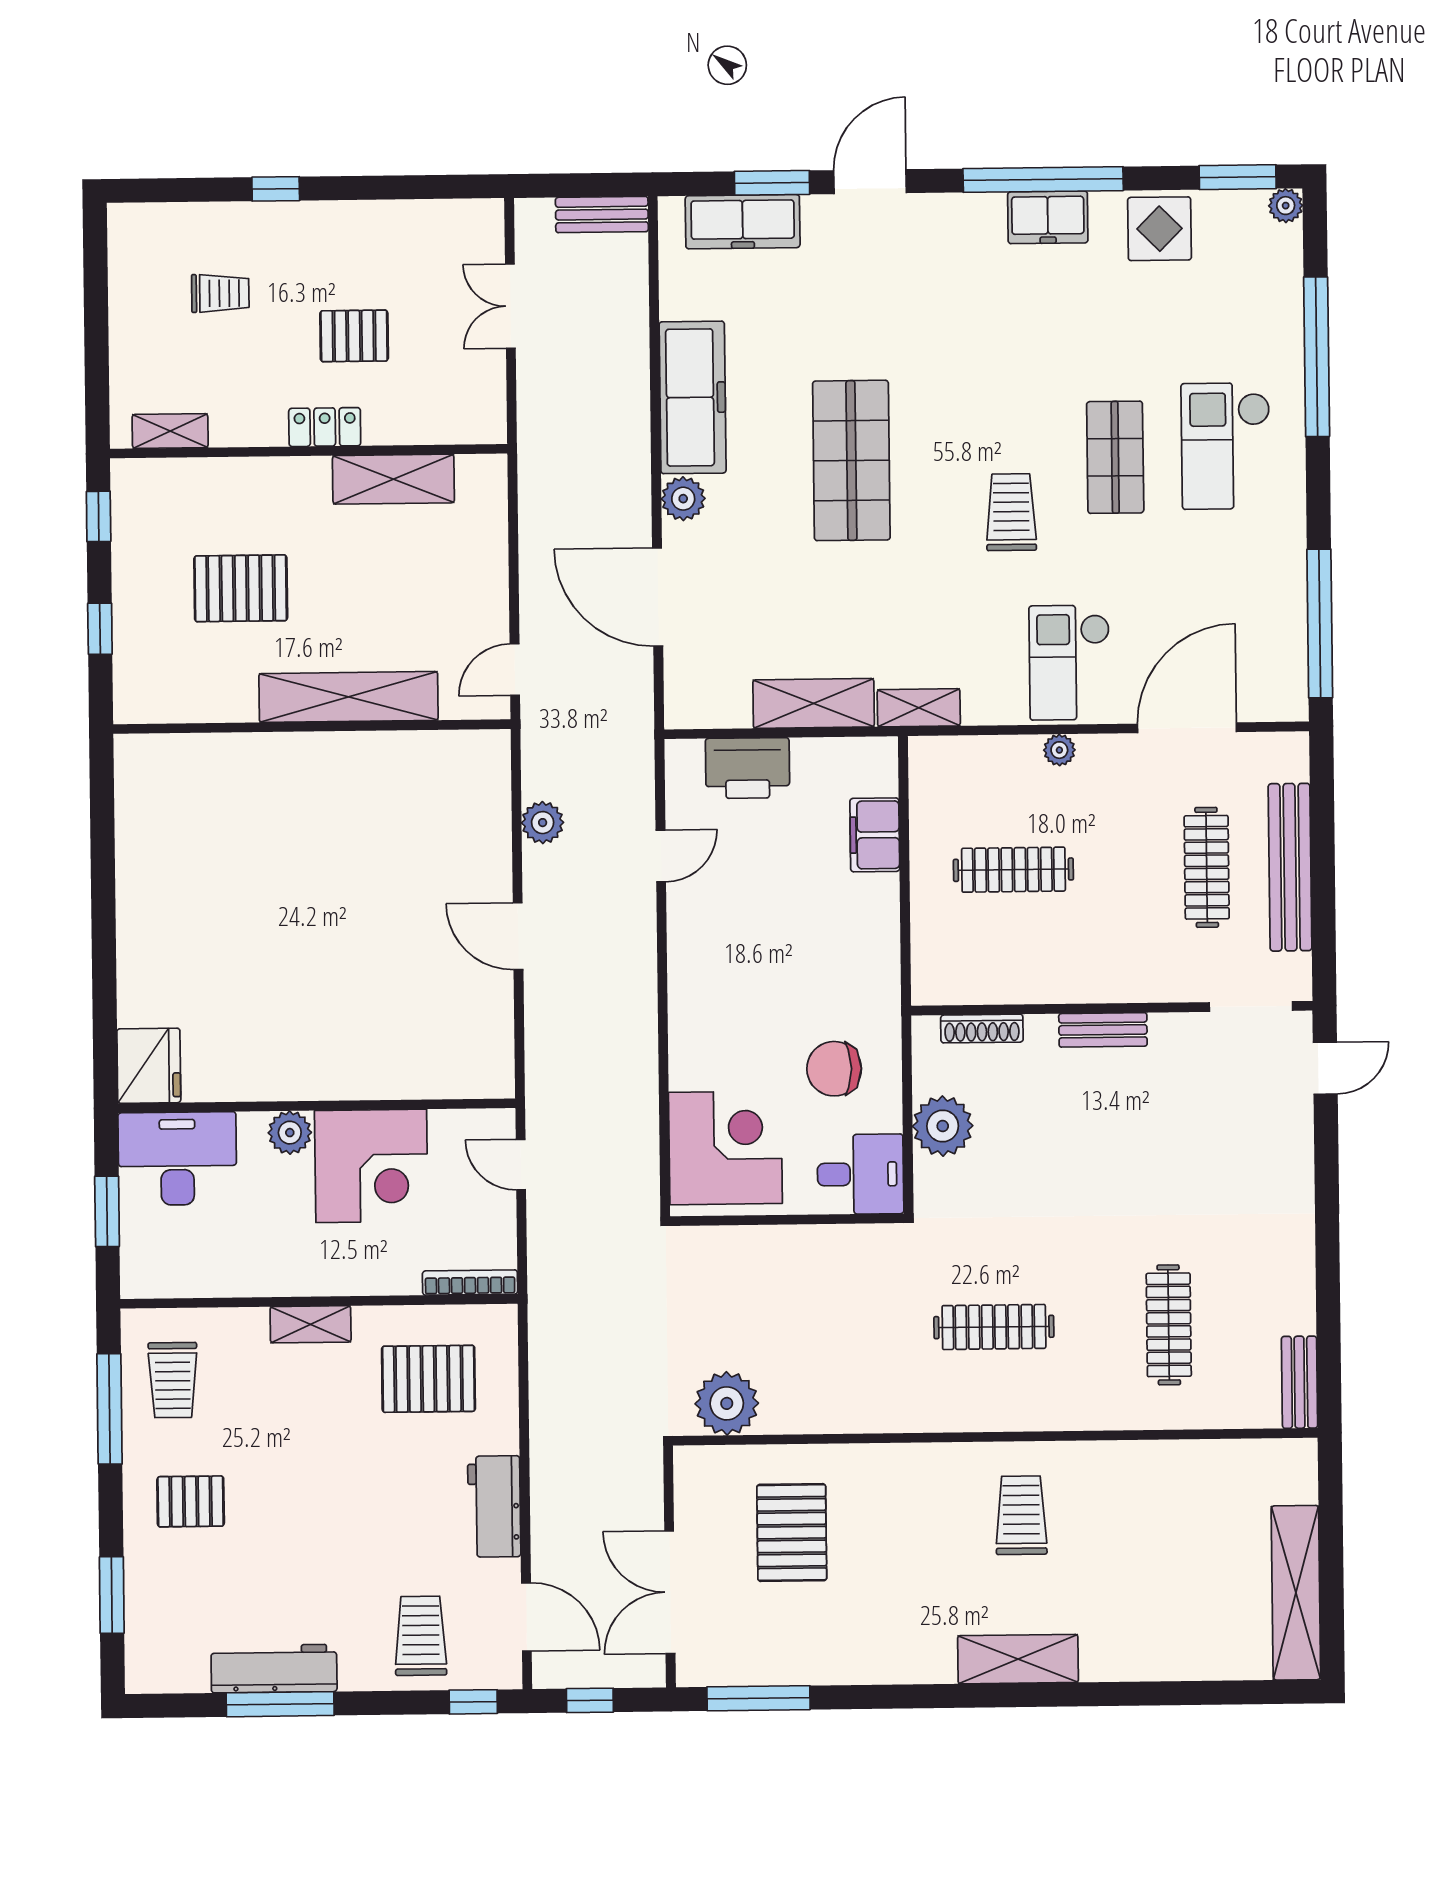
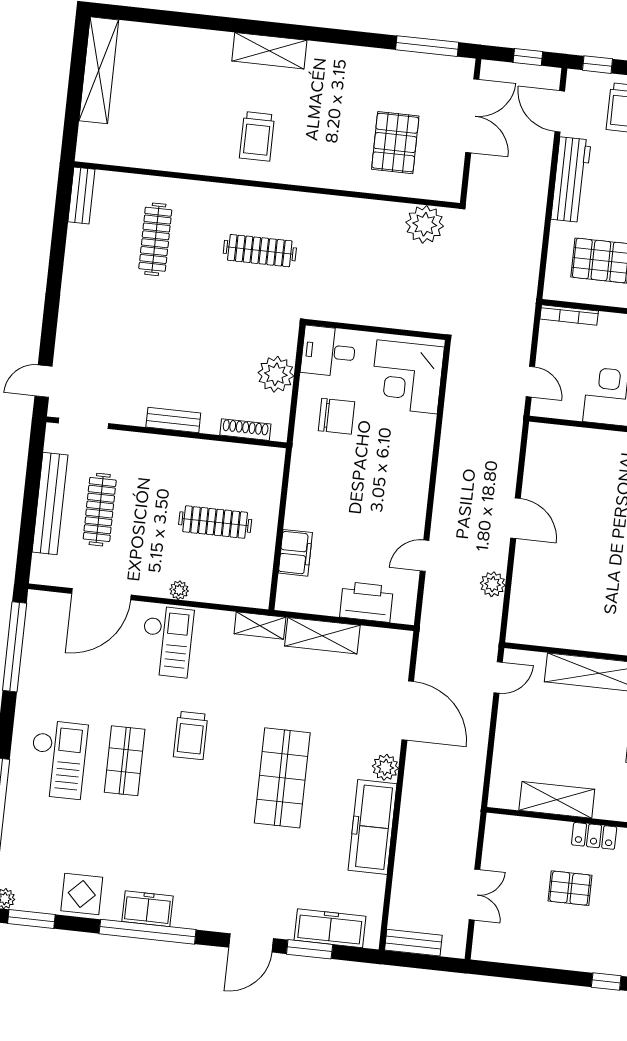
workbench: (494, 1506) -> (571, 180), width x1.38

